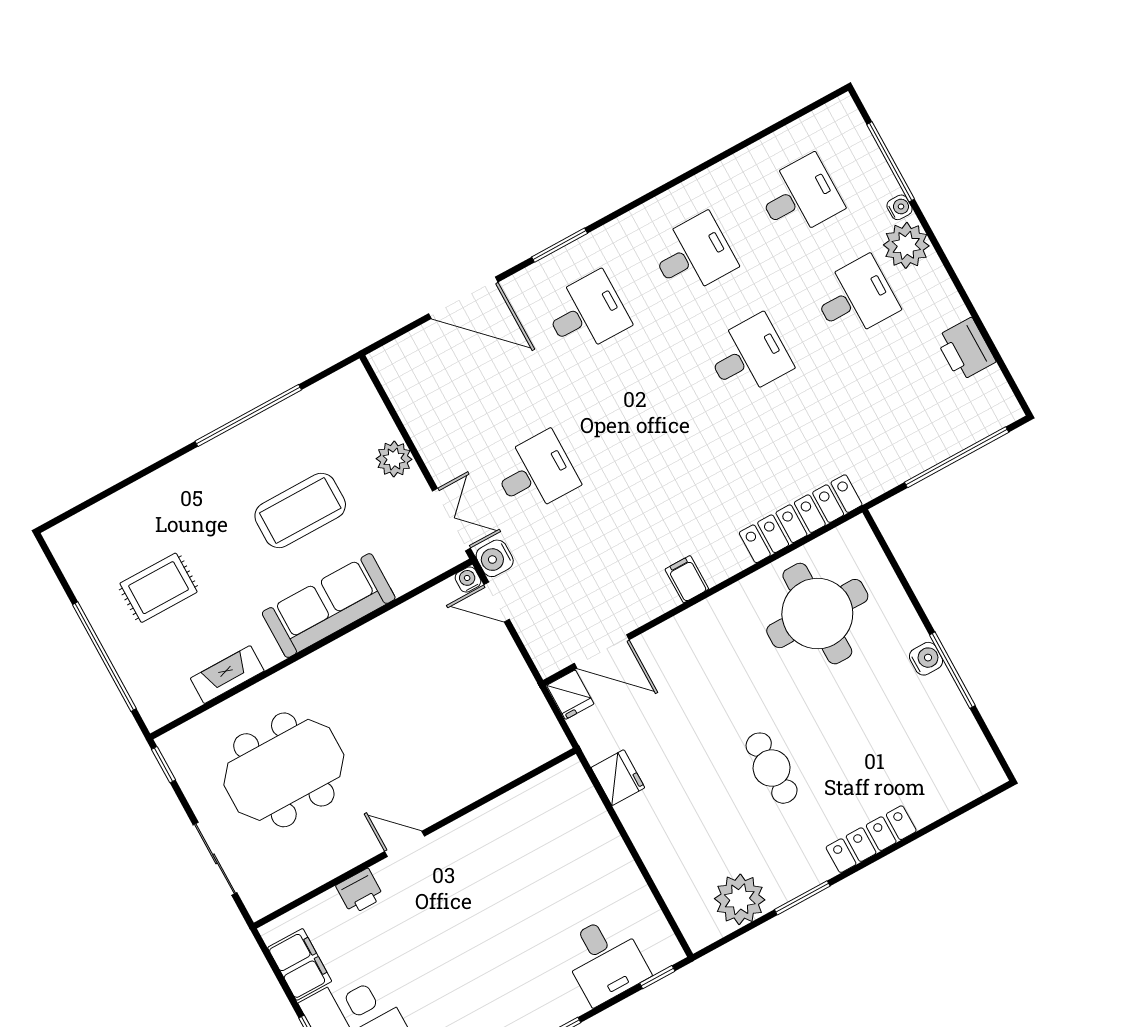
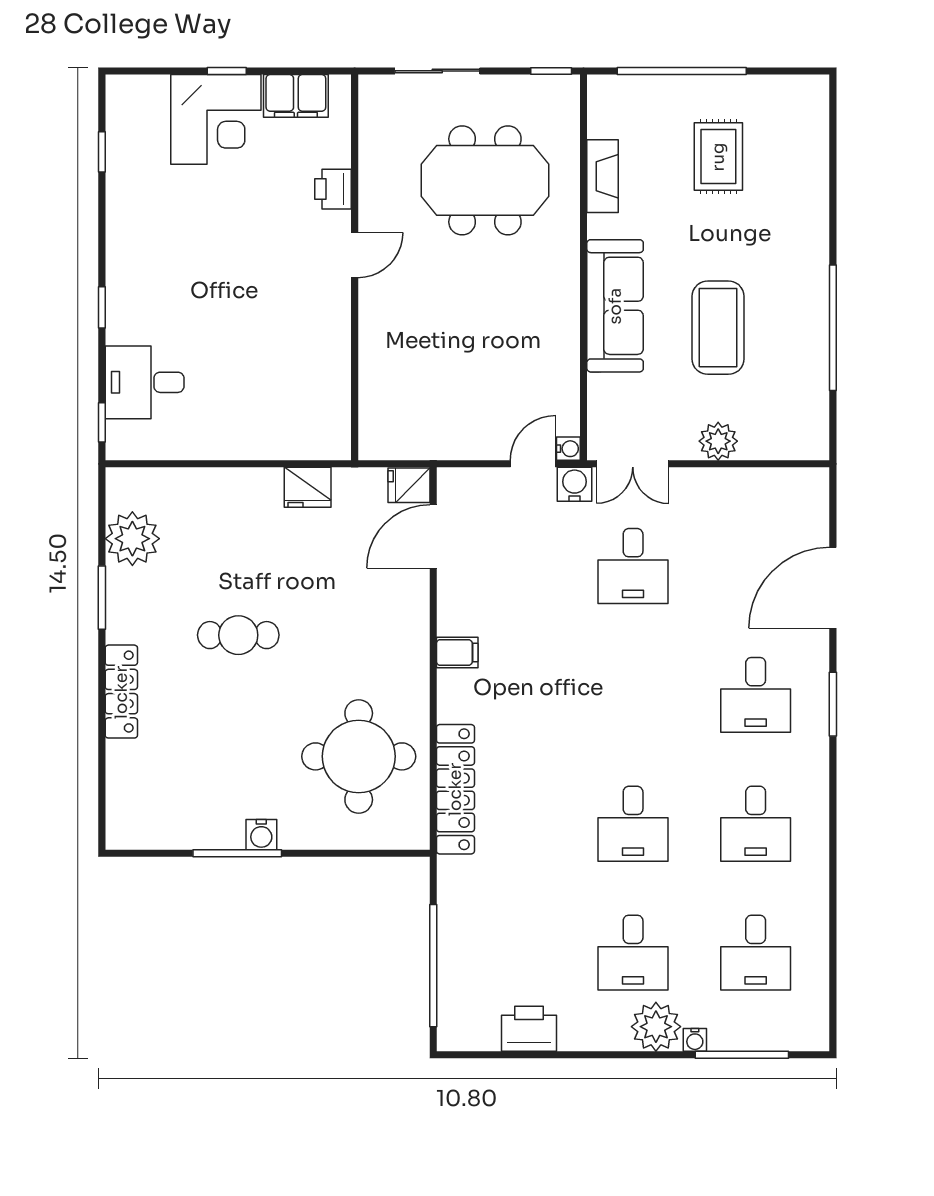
meeting table: (284, 770) -> (485, 180), turned 90

